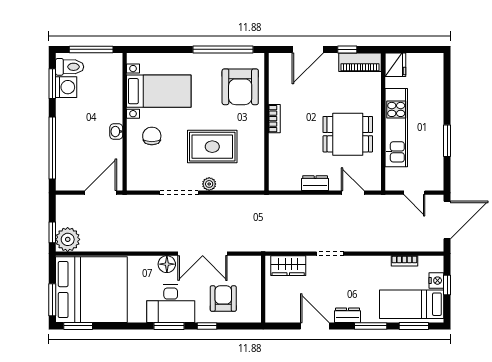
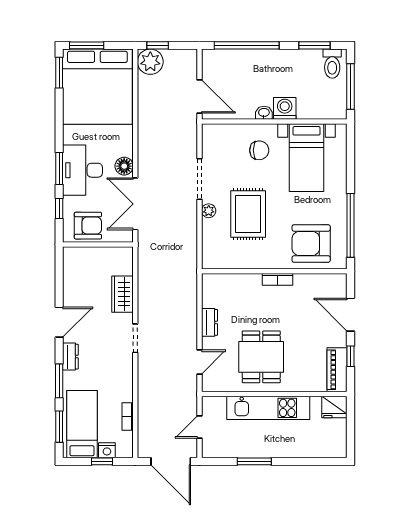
washing machine: (66, 87) -> (285, 108), moved, turned 180
wall: (263, 289) -> (98, 244), moved

